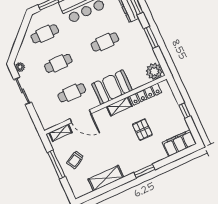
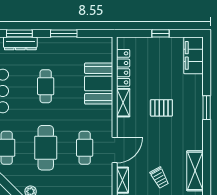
cafe table: (58, 63) -> (46, 148), width x1.37, depth x1.35
plant: (154, 71) -> (103, 47), removed
booth: (112, 87) -> (99, 84), moved
pallet: (142, 130) -> (161, 108), moved
shelving: (106, 178) -> (195, 171), moved

